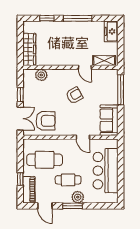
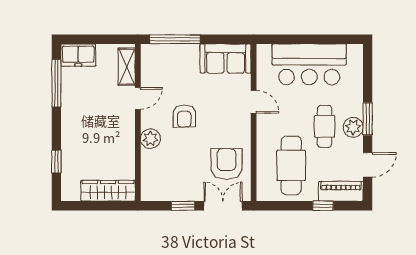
window: (78, 18) -> (56, 83), moved
plant: (41, 75) -> (150, 139), moved
armchair: (74, 95) -> (184, 116), turned -150
door: (83, 137) -> (254, 102), hinge flipped
plant: (78, 197) -> (353, 127), moved

